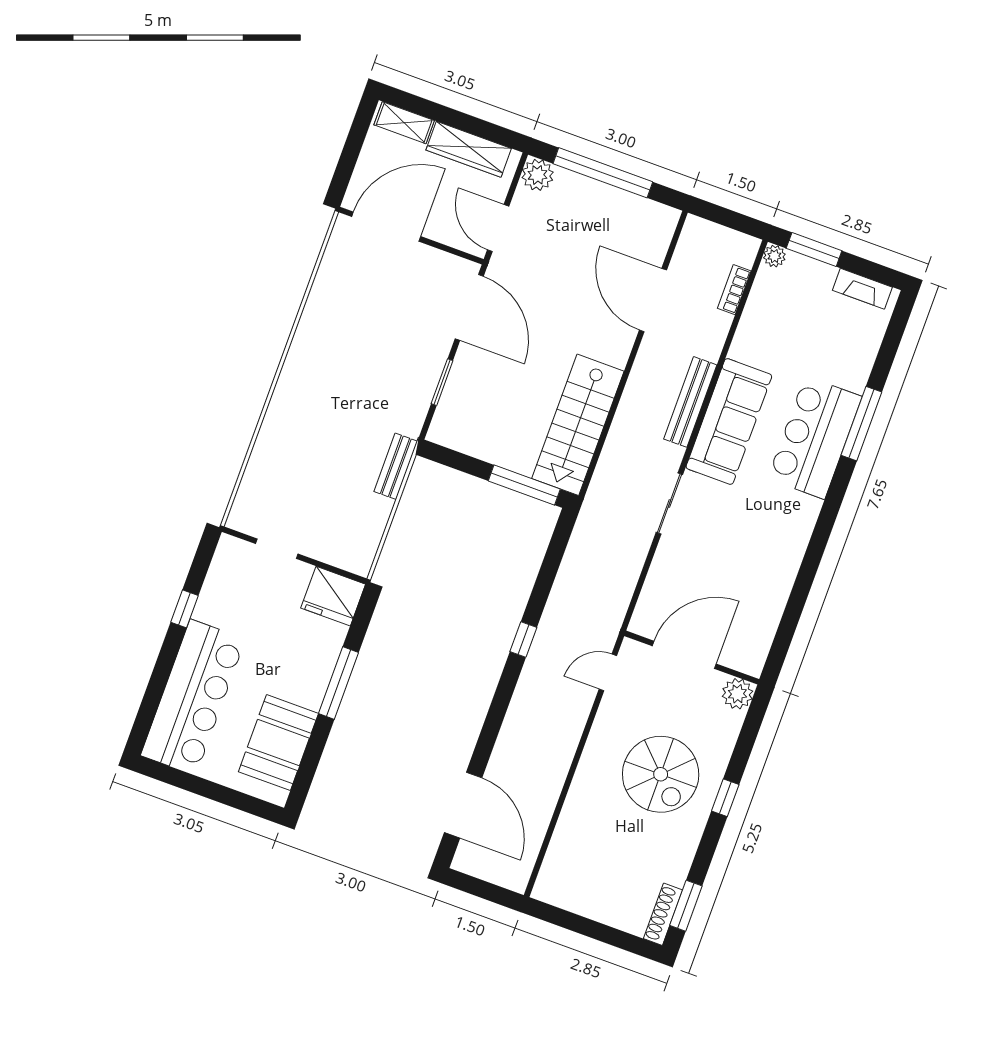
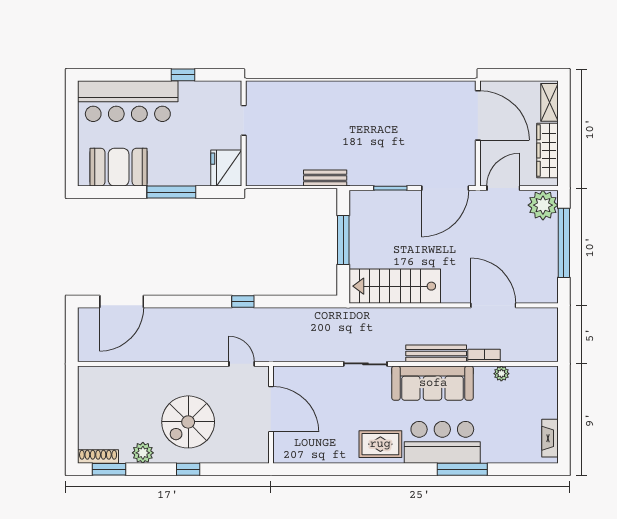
plant: (538, 175) -> (543, 205), width x1.36, depth x1.36
window: (814, 250) -> (564, 398), removed
plant: (774, 256) -> (501, 374), moved
bookcase: (734, 290) -> (484, 355), moved
door: (653, 300) -> (493, 305), hinge flipped
window: (524, 485) -> (343, 240), moved
rug: (786, 523) -> (380, 444), added
plant: (737, 694) -> (143, 453), moved

